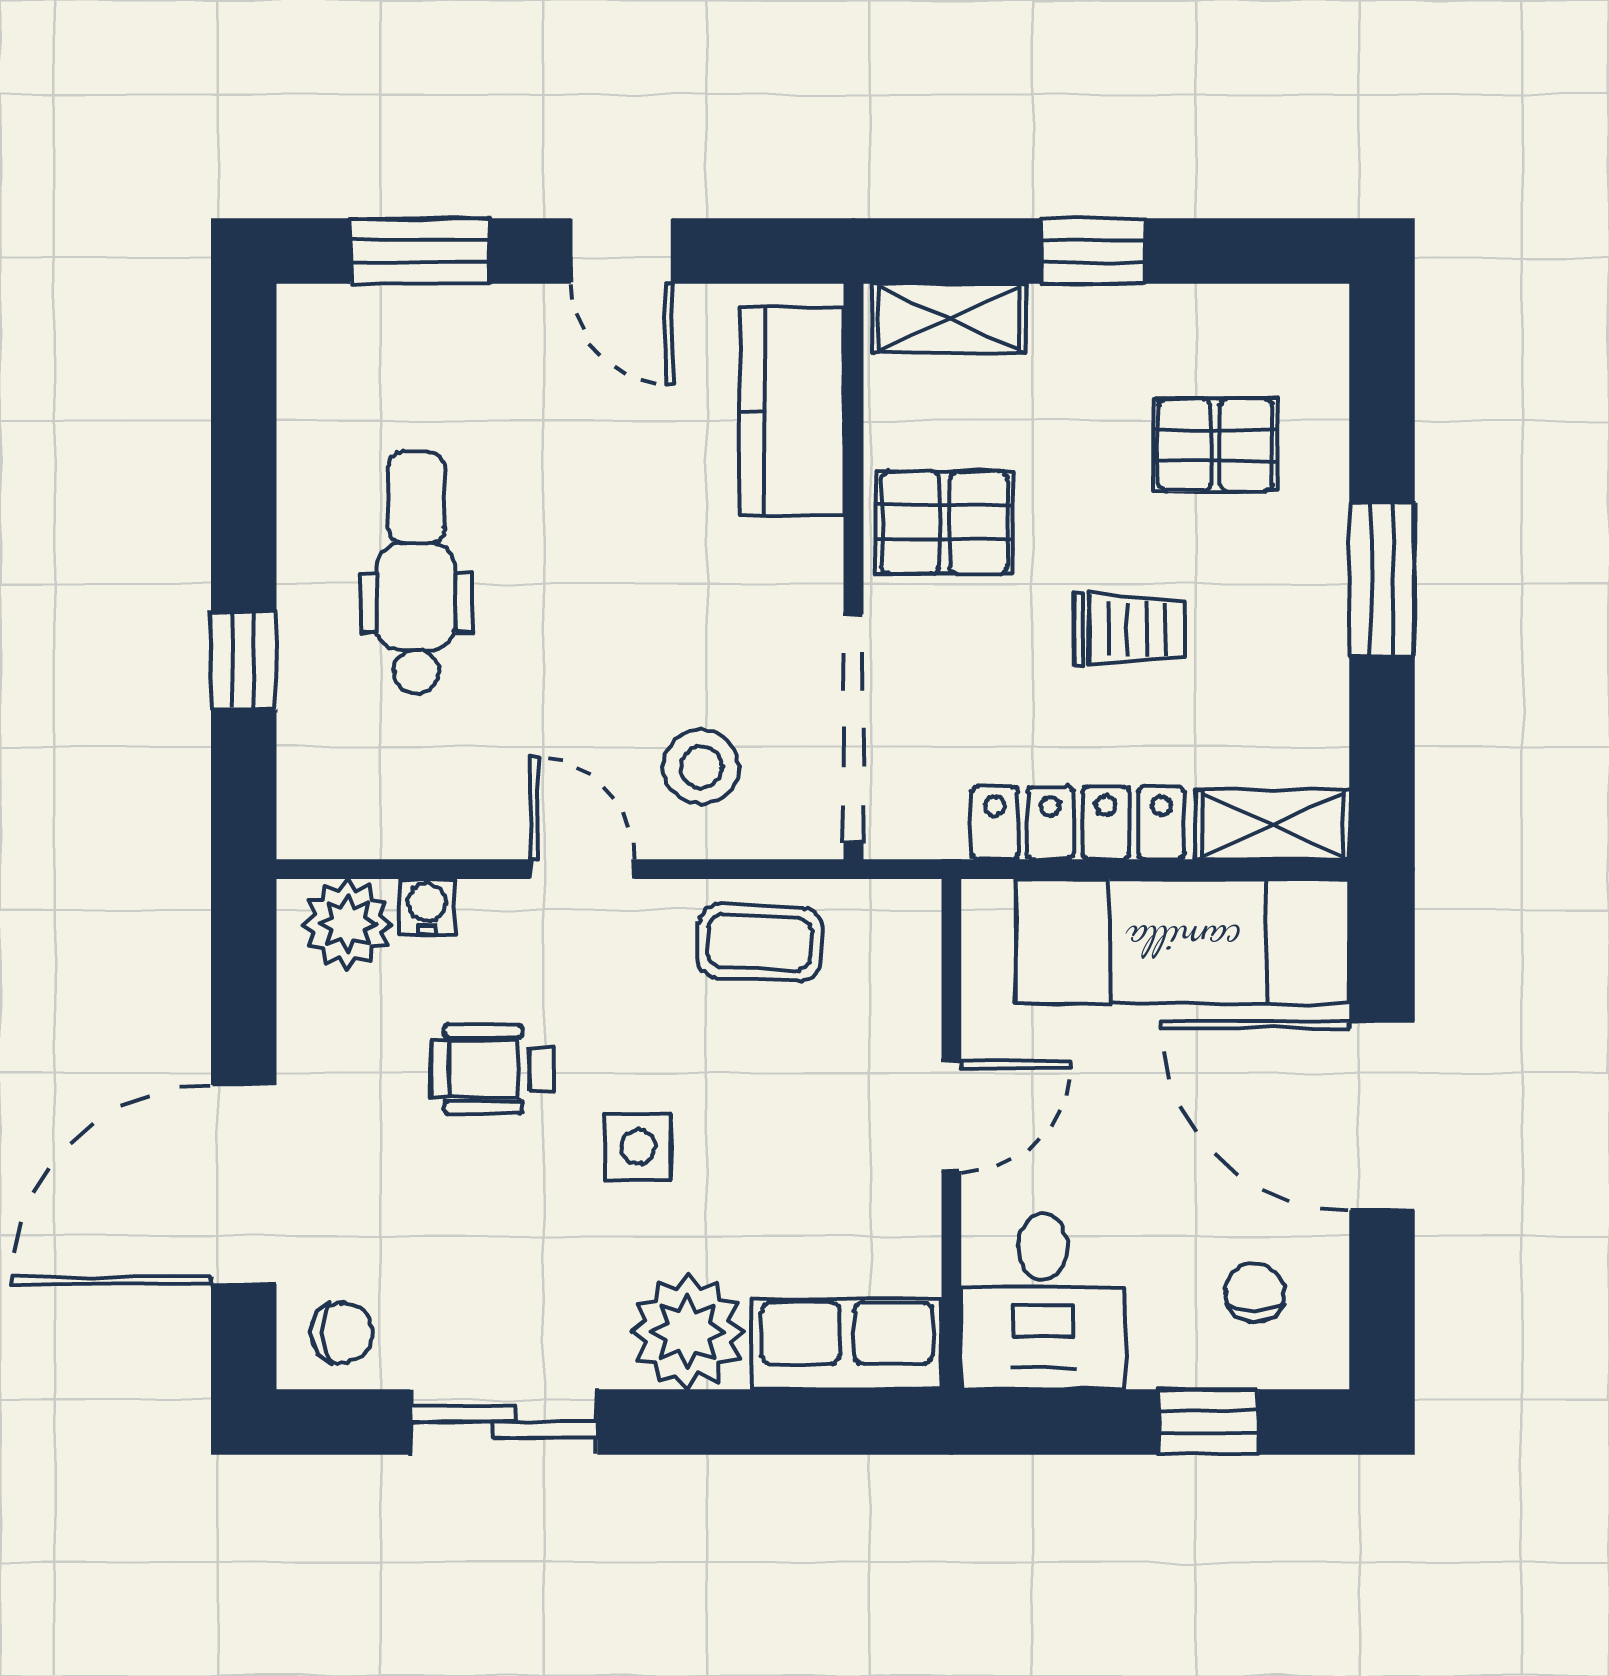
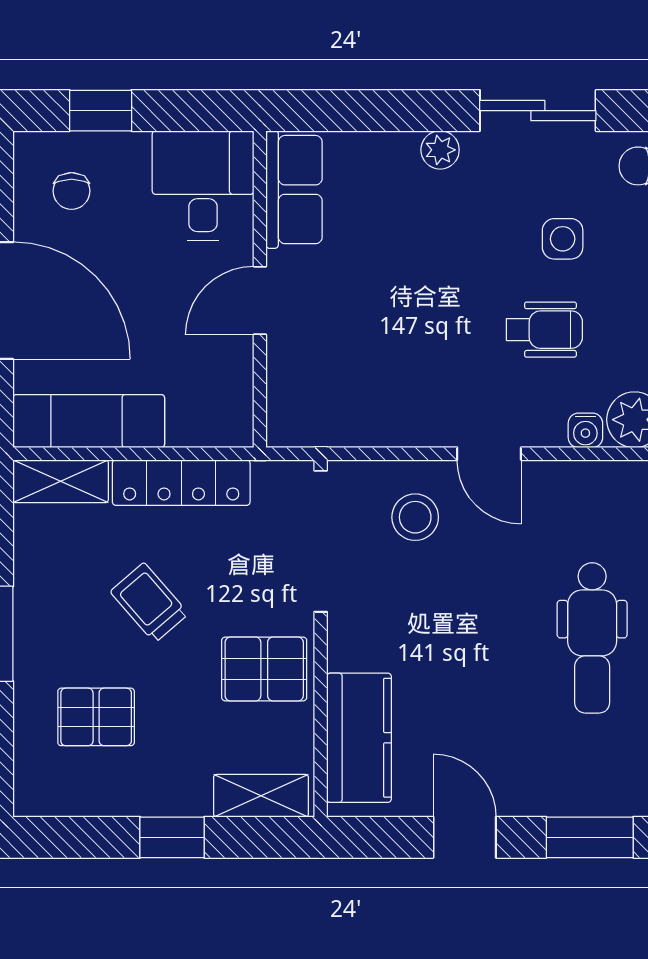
trolley: (1130, 629) -> (149, 603), turned 49
exam couch: (1183, 941) -> (89, 421), width x0.73, depth x0.69
coffee table: (760, 942) -> (379, 408), removed
side table: (638, 1147) -> (563, 239), moved
plant: (688, 1332) -> (440, 150), width x0.53, depth x0.53
row of seats: (847, 1344) -> (294, 190), moved, turned -90

